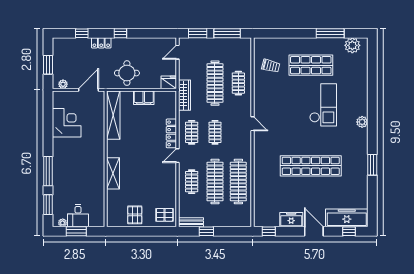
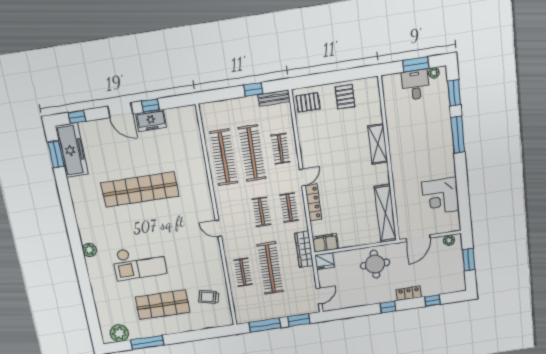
filing cabinet: (144, 98) -> (325, 243), moved
checkout: (323, 105) -> (139, 262), turned -90
window: (372, 165) -> (56, 154), moved
freezer: (347, 218) -> (72, 150), moved, turned -90
window: (269, 231) -> (150, 105), moved

